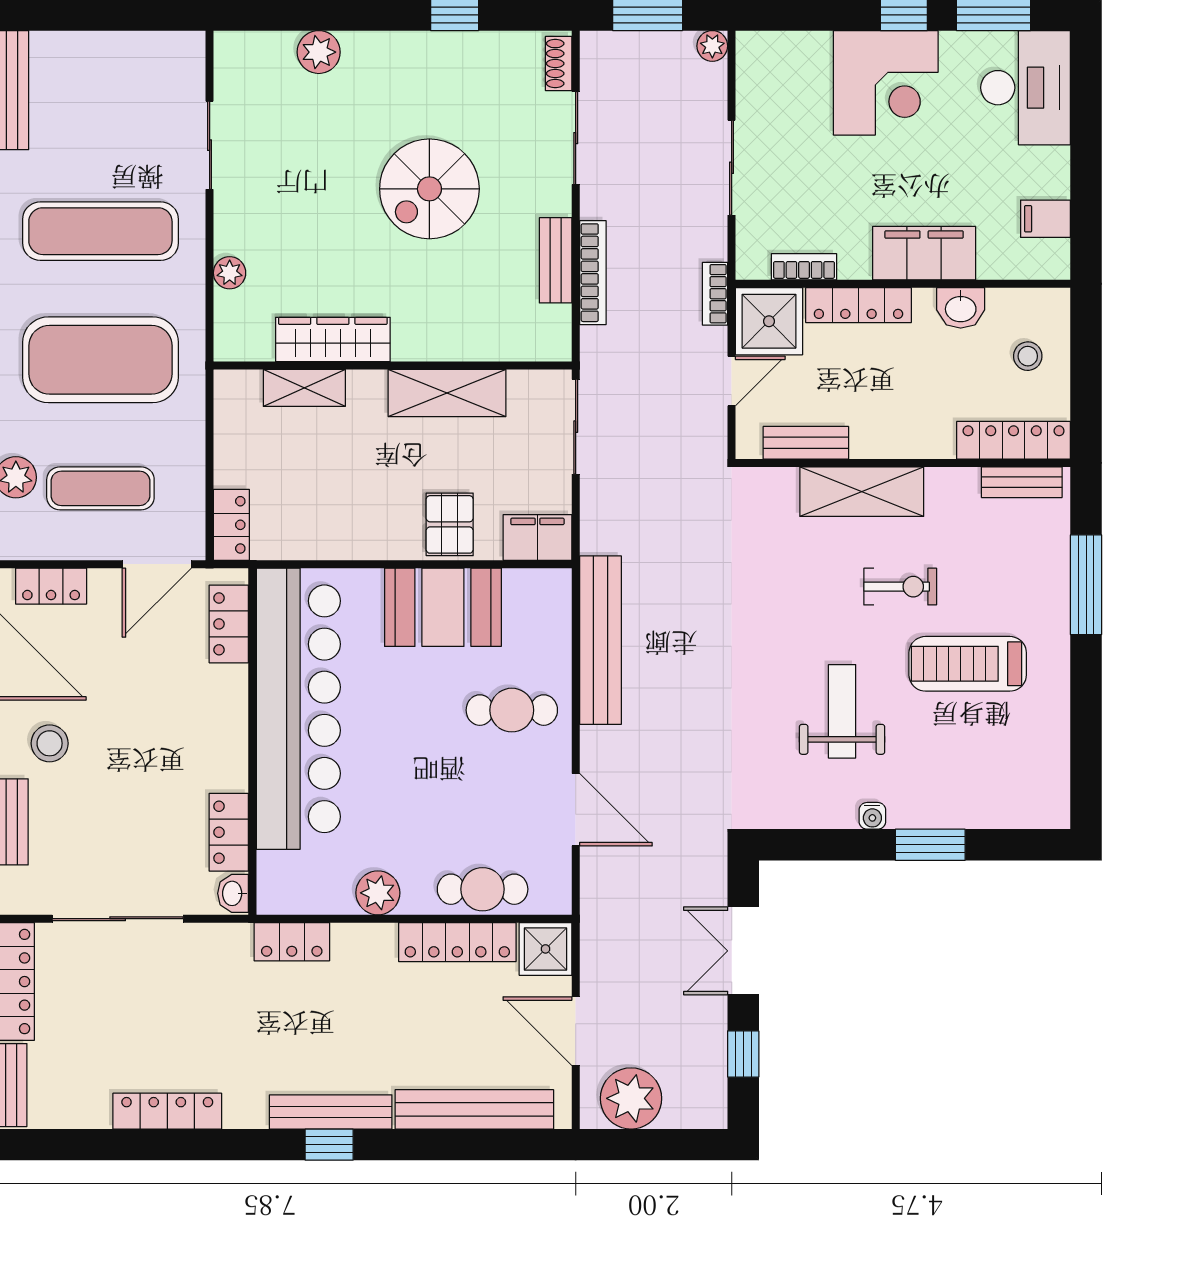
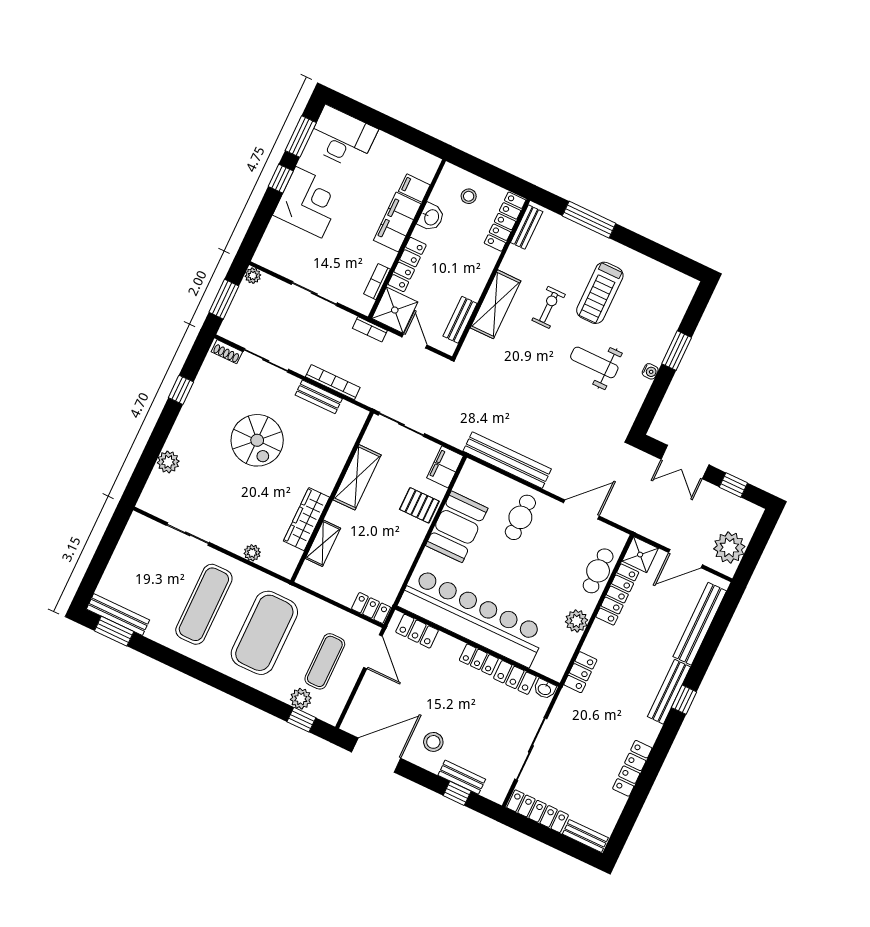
filing cabinet: (1046, 219) -> (414, 188), moved, turned 90
locker: (51, 586) -> (479, 659), moved, turned 90

